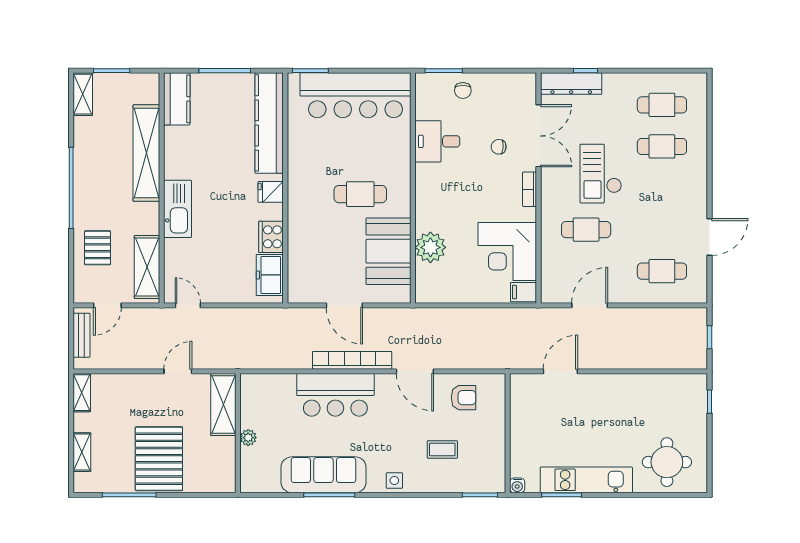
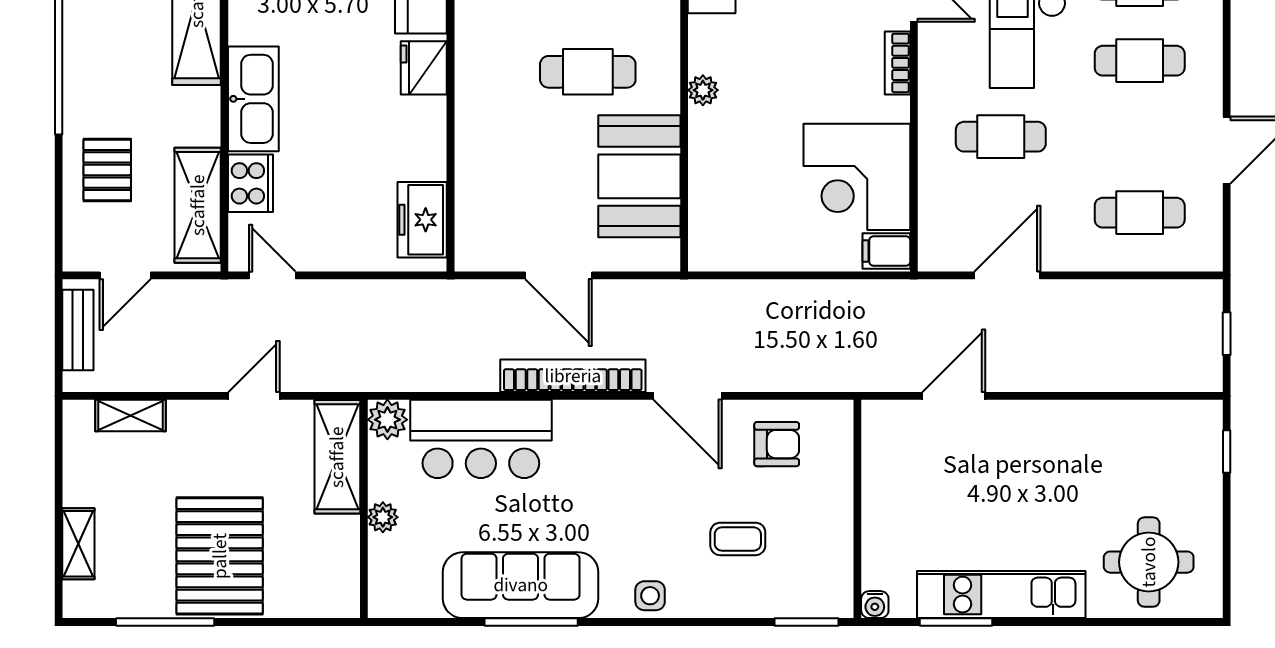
cafe table: (662, 188) -> (1140, 61), added
fridge: (271, 192) -> (424, 68), width x1.38
cooker: (271, 237) -> (251, 183), moved, turned 180
plant: (430, 247) -> (703, 90), moved, width x0.53, depth x0.53
plant: (251, 384) -> (387, 420), added
shelving: (82, 393) -> (130, 416), moved, turned 90
bar counter: (335, 395) -> (481, 439), moved

